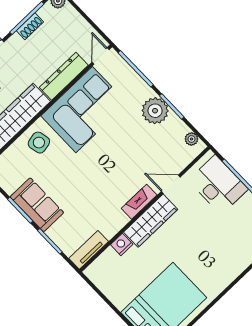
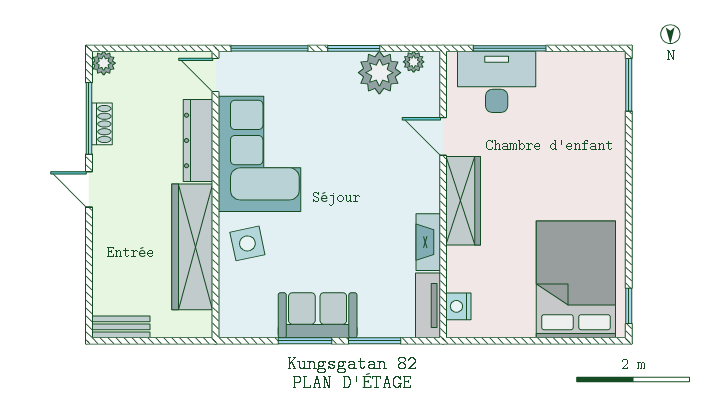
plant: (155, 111) -> (379, 73), moved
door: (171, 184) -> (443, 136), hinge flipped
fireplace: (139, 202) -> (428, 242), moved
nightstand: (122, 244) -> (458, 306), moved

